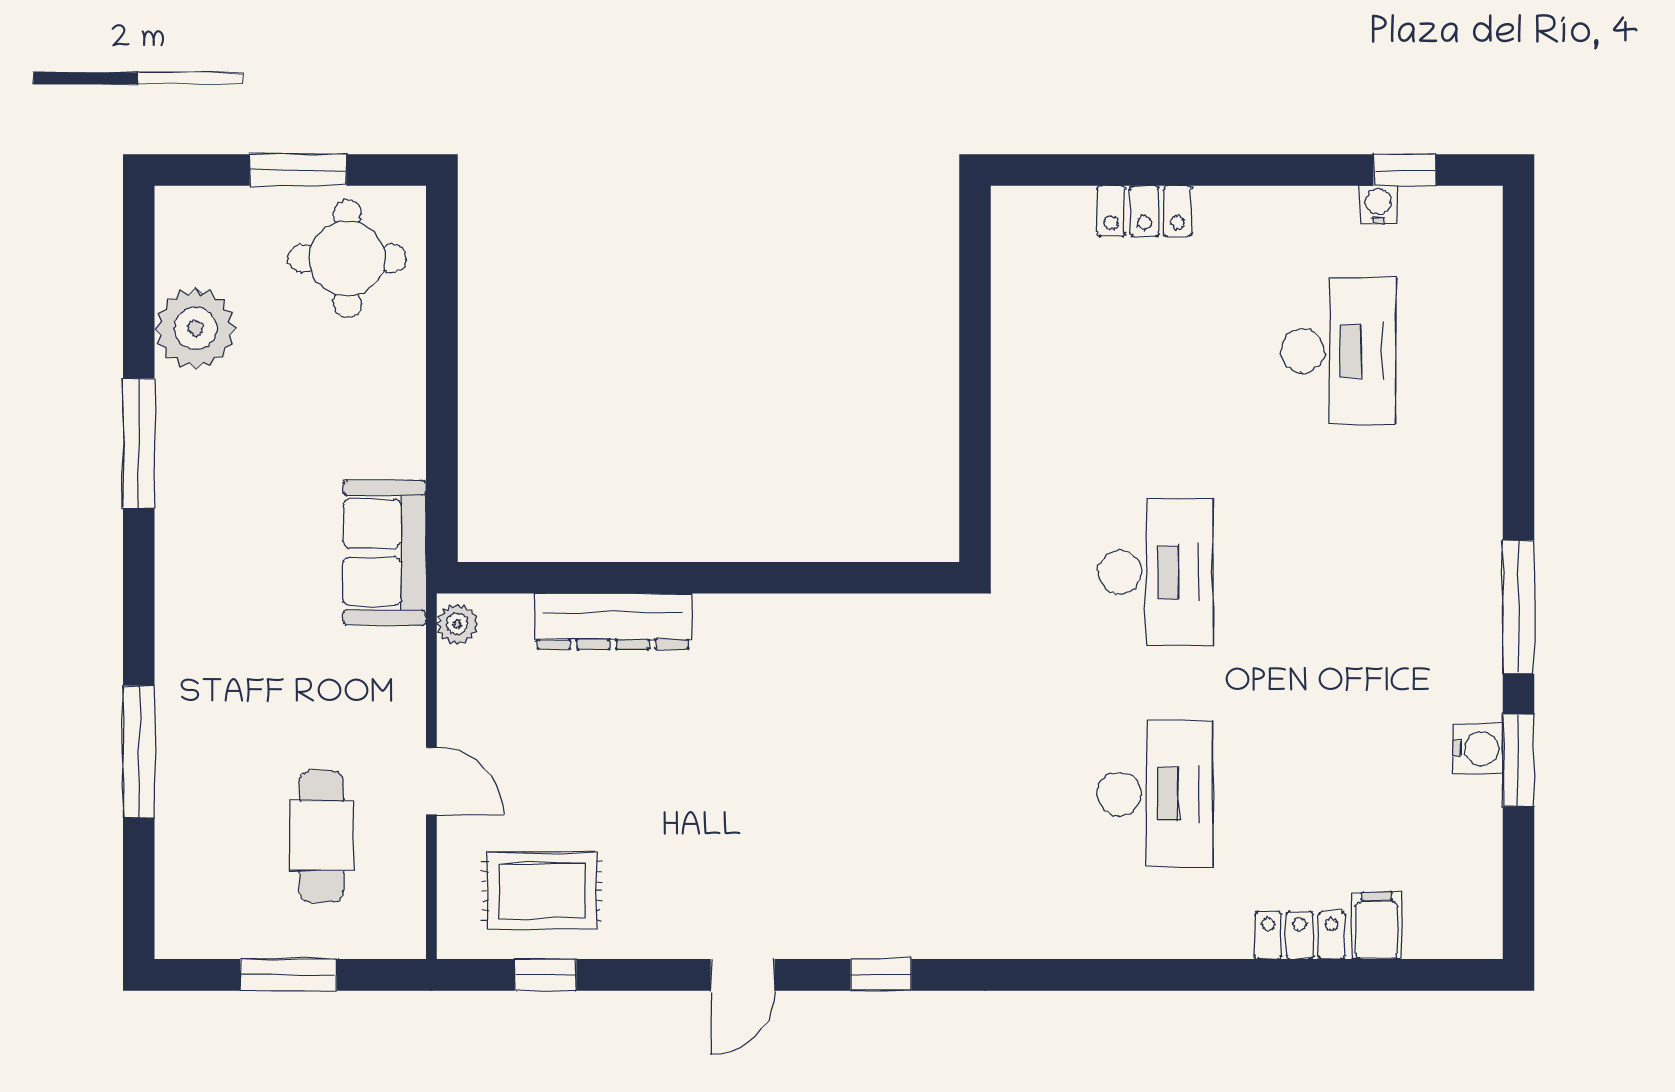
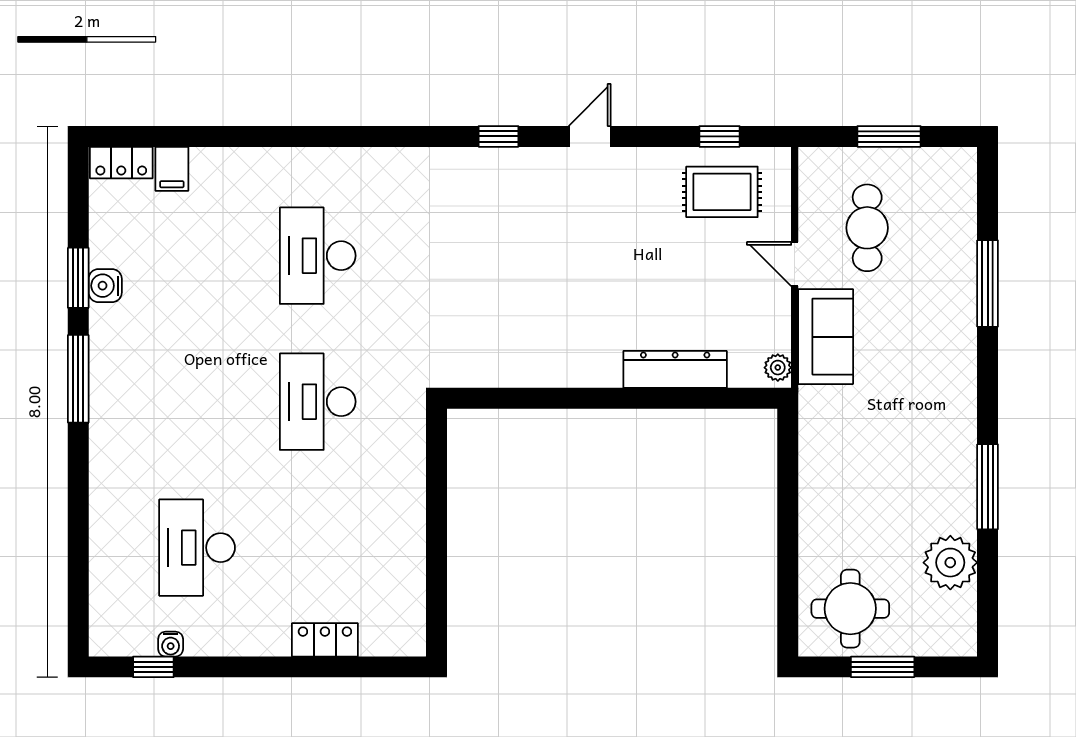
sofa: (385, 553) -> (826, 337), moved
locker: (1300, 935) -> (121, 163), moved

